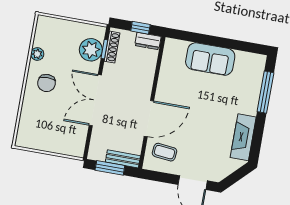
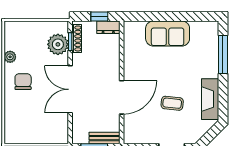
chair: (46, 83) -> (23, 82), turned 180
coffee table: (164, 152) -> (172, 103), moved

